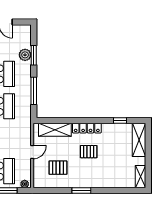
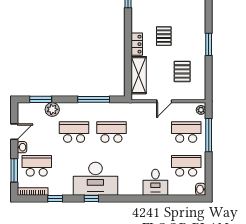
window: (34, 55) -> (41, 99), moved
locker: (87, 128) -> (137, 44), width x0.66
door: (32, 152) -> (164, 101), swing flipped

